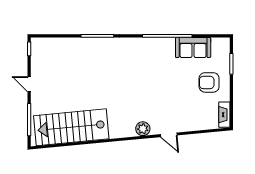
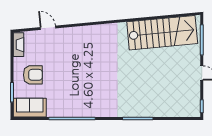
sofa: (193, 48) -> (30, 108), moved
plant: (143, 129) -> (95, 31), removed
door: (169, 135) -> (48, 28), moved

